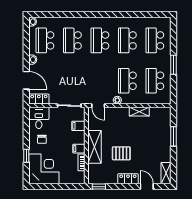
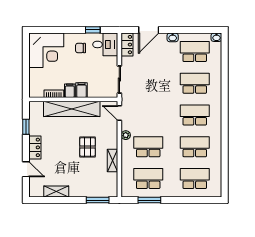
window: (173, 65) -> (149, 200), moved
door: (98, 106) -> (119, 113), hinge flipped
filing cabinet: (78, 126) -> (81, 90), moved
window: (173, 136) -> (98, 200), moved
shelving: (95, 147) -> (72, 109), width x1.47
pallet: (121, 153) -> (88, 147), moved
window: (26, 156) -> (93, 30), moved
shelving: (166, 173) -> (56, 191), moved
window: (99, 187) -> (26, 127), moved
door: (147, 187) -> (26, 169), hinge flipped

